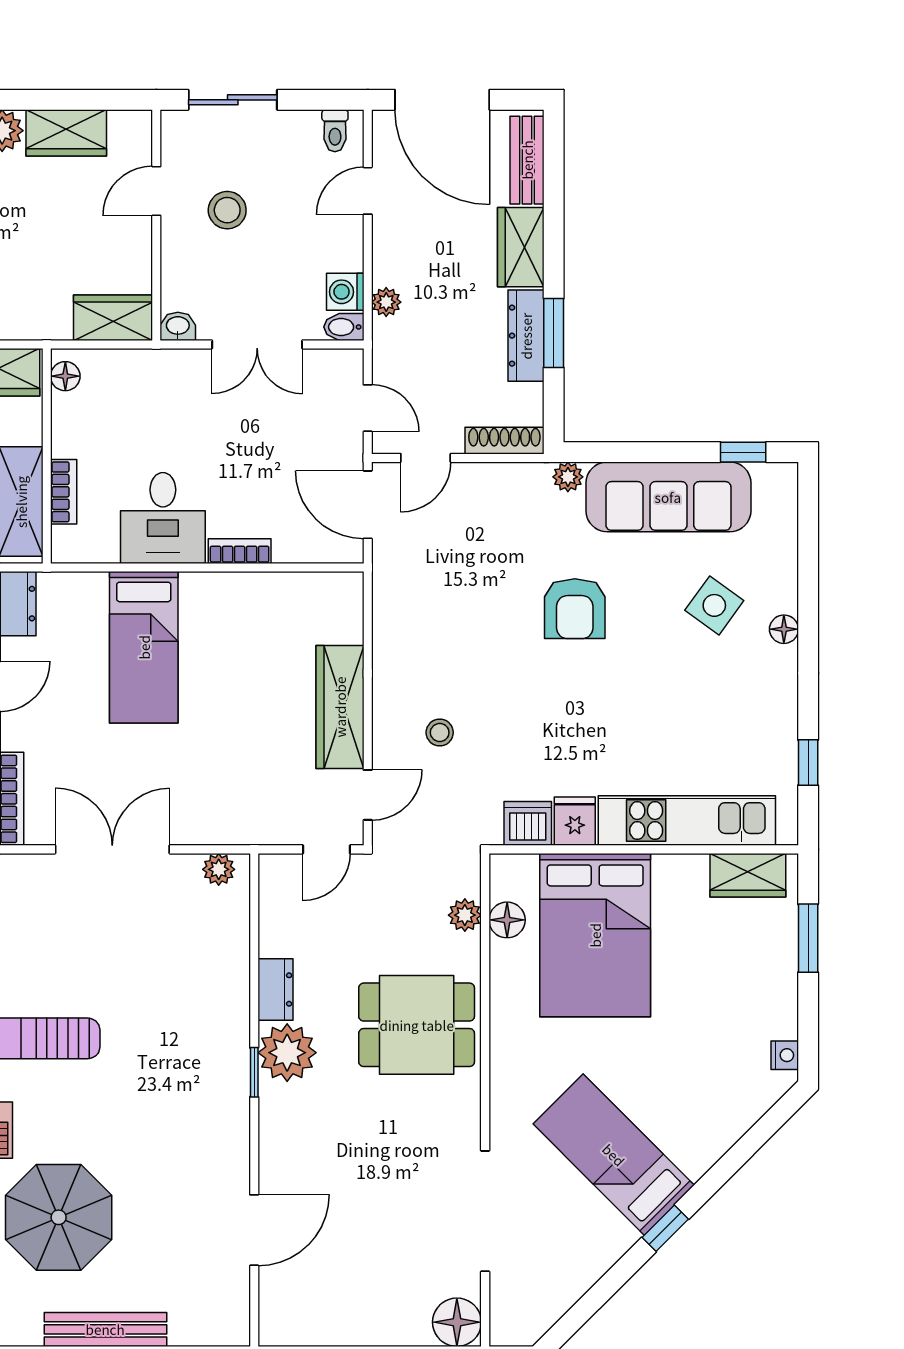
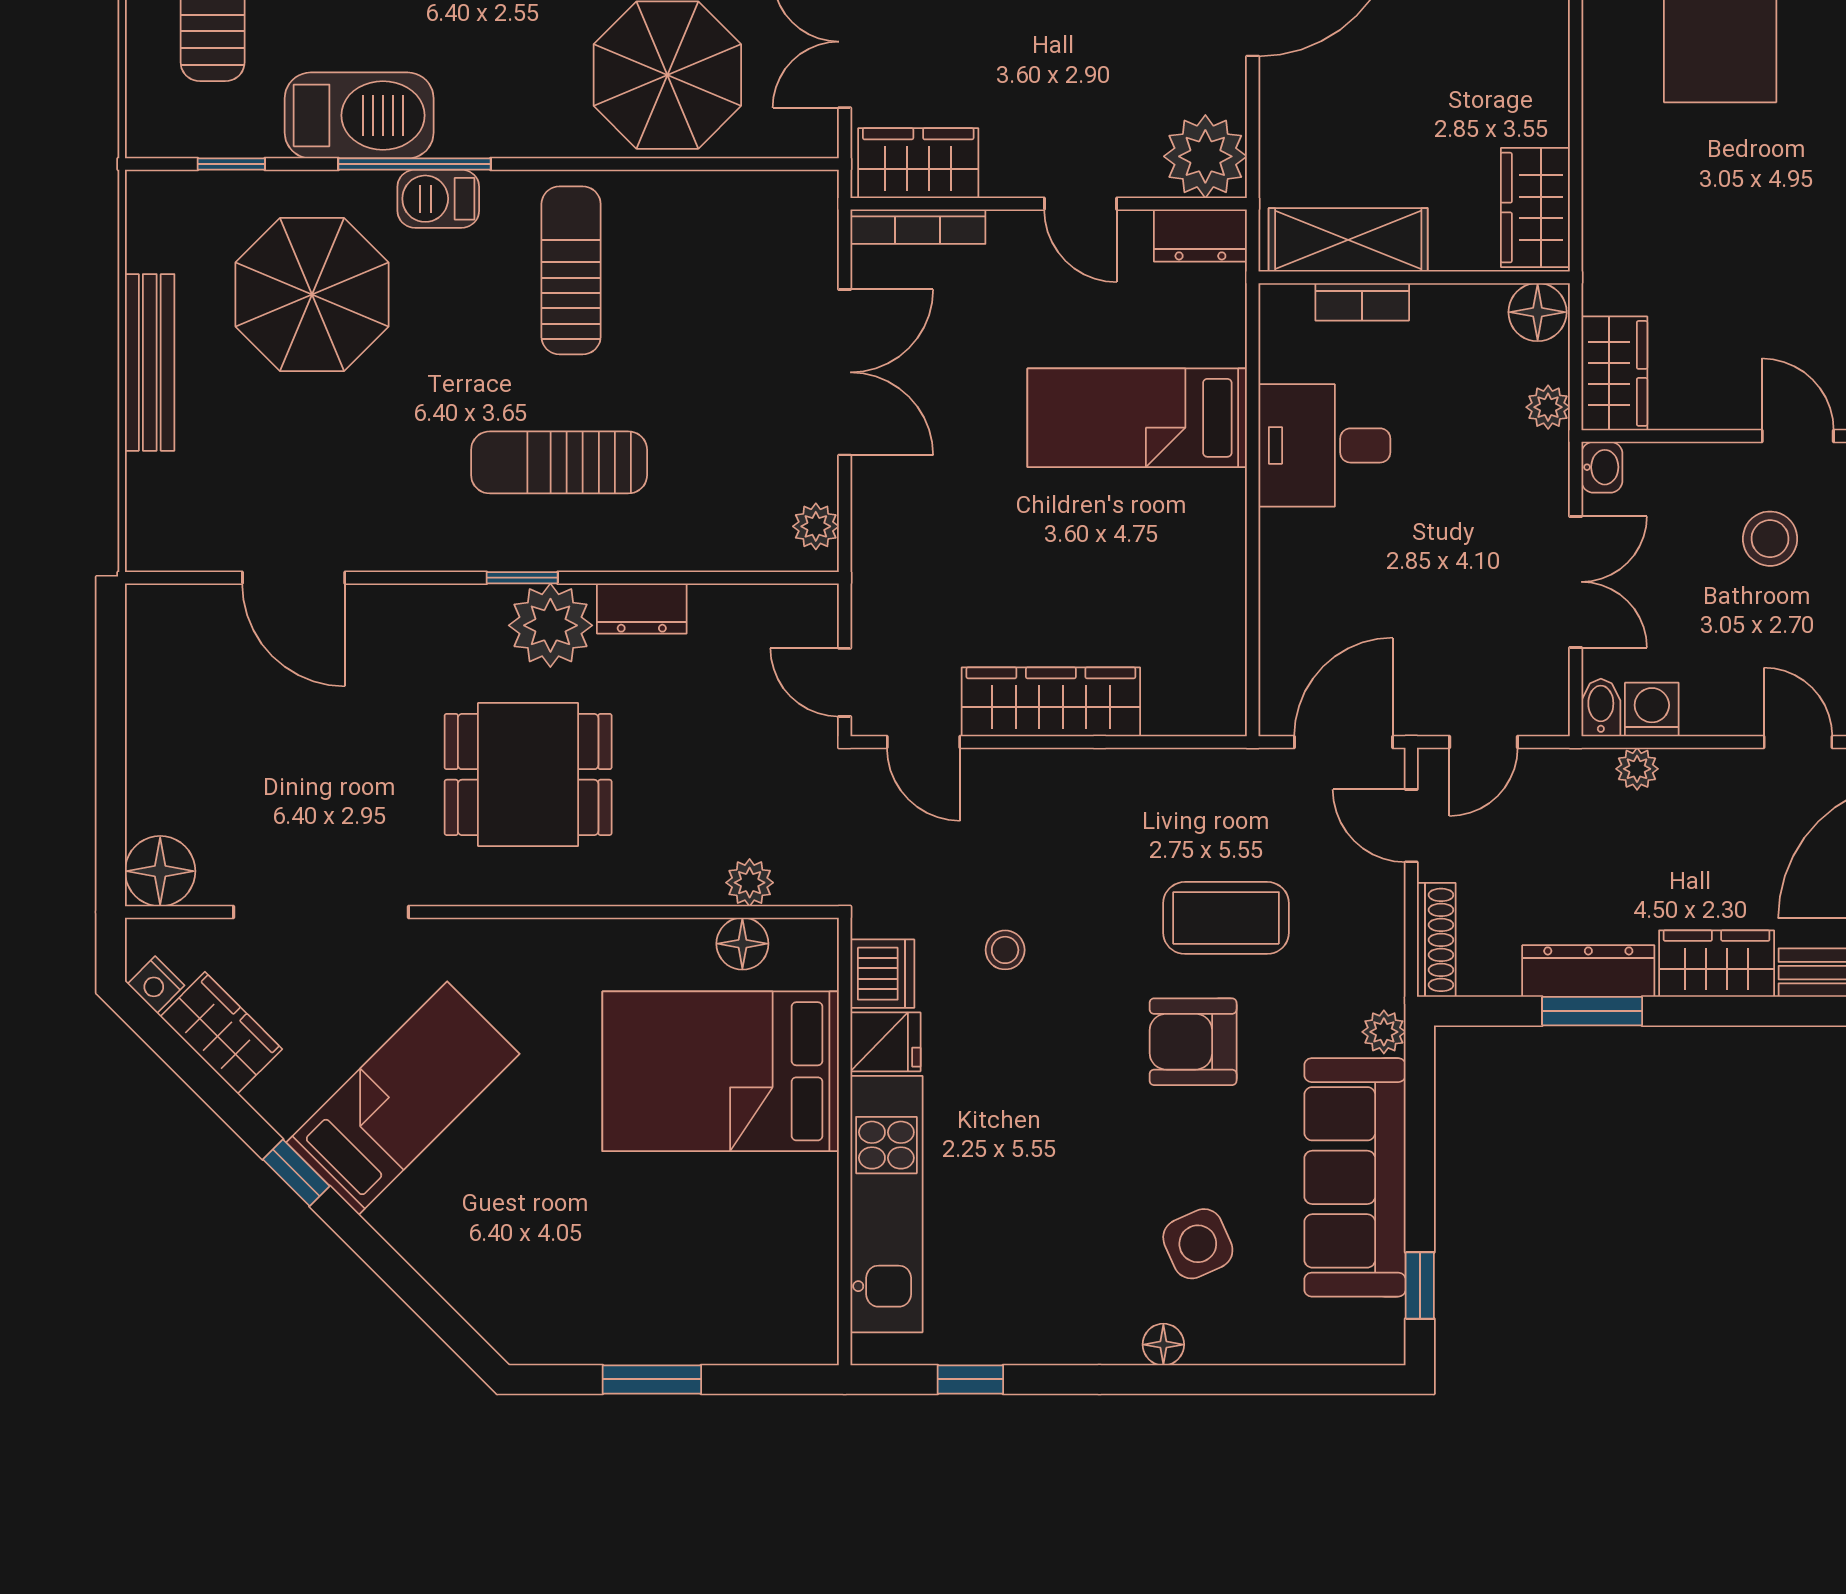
double door: (257, 344) -> (1576, 582), swing flipped
plant: (136, 364) -> (1548, 407), added
floor lamp: (65, 376) -> (1538, 312), width x1.37, depth x1.37
bookcase: (240, 551) -> (1276, 557), removed
coffee table: (489, 586) -> (1226, 918), added
side table: (714, 605) -> (1198, 1244), turned 30
stool: (440, 732) -> (1005, 950), moved
wardrobe: (748, 875) -> (221, 1033), moved, turned 135
window: (808, 938) -> (652, 1379), moved
dining table: (417, 1025) -> (528, 774), moved, turned 90
sun lounger: (175, 1047) -> (559, 462), added
nightstand: (785, 1055) -> (156, 985), moved, turned 45

